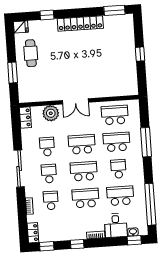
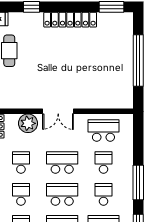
window: (140, 54) -> (138, 61), width x3.17
school desk: (117, 142) -> (103, 162), width x0.54
window: (146, 142) -> (138, 182), moved

